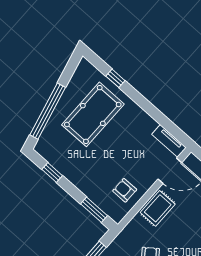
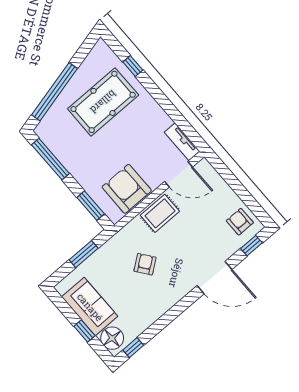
window: (52, 173) -> (50, 159), width x2.17
armchair: (125, 190) -> (127, 189), width x1.88, depth x1.88

